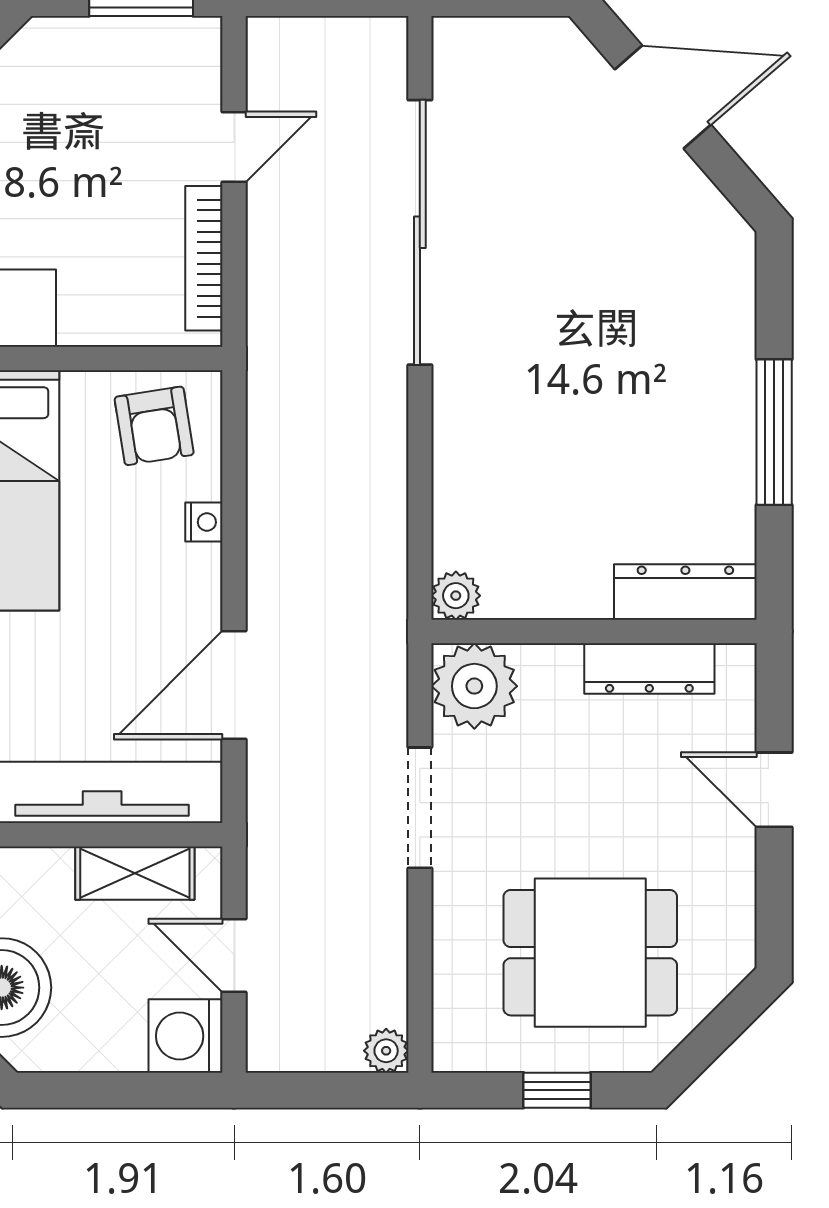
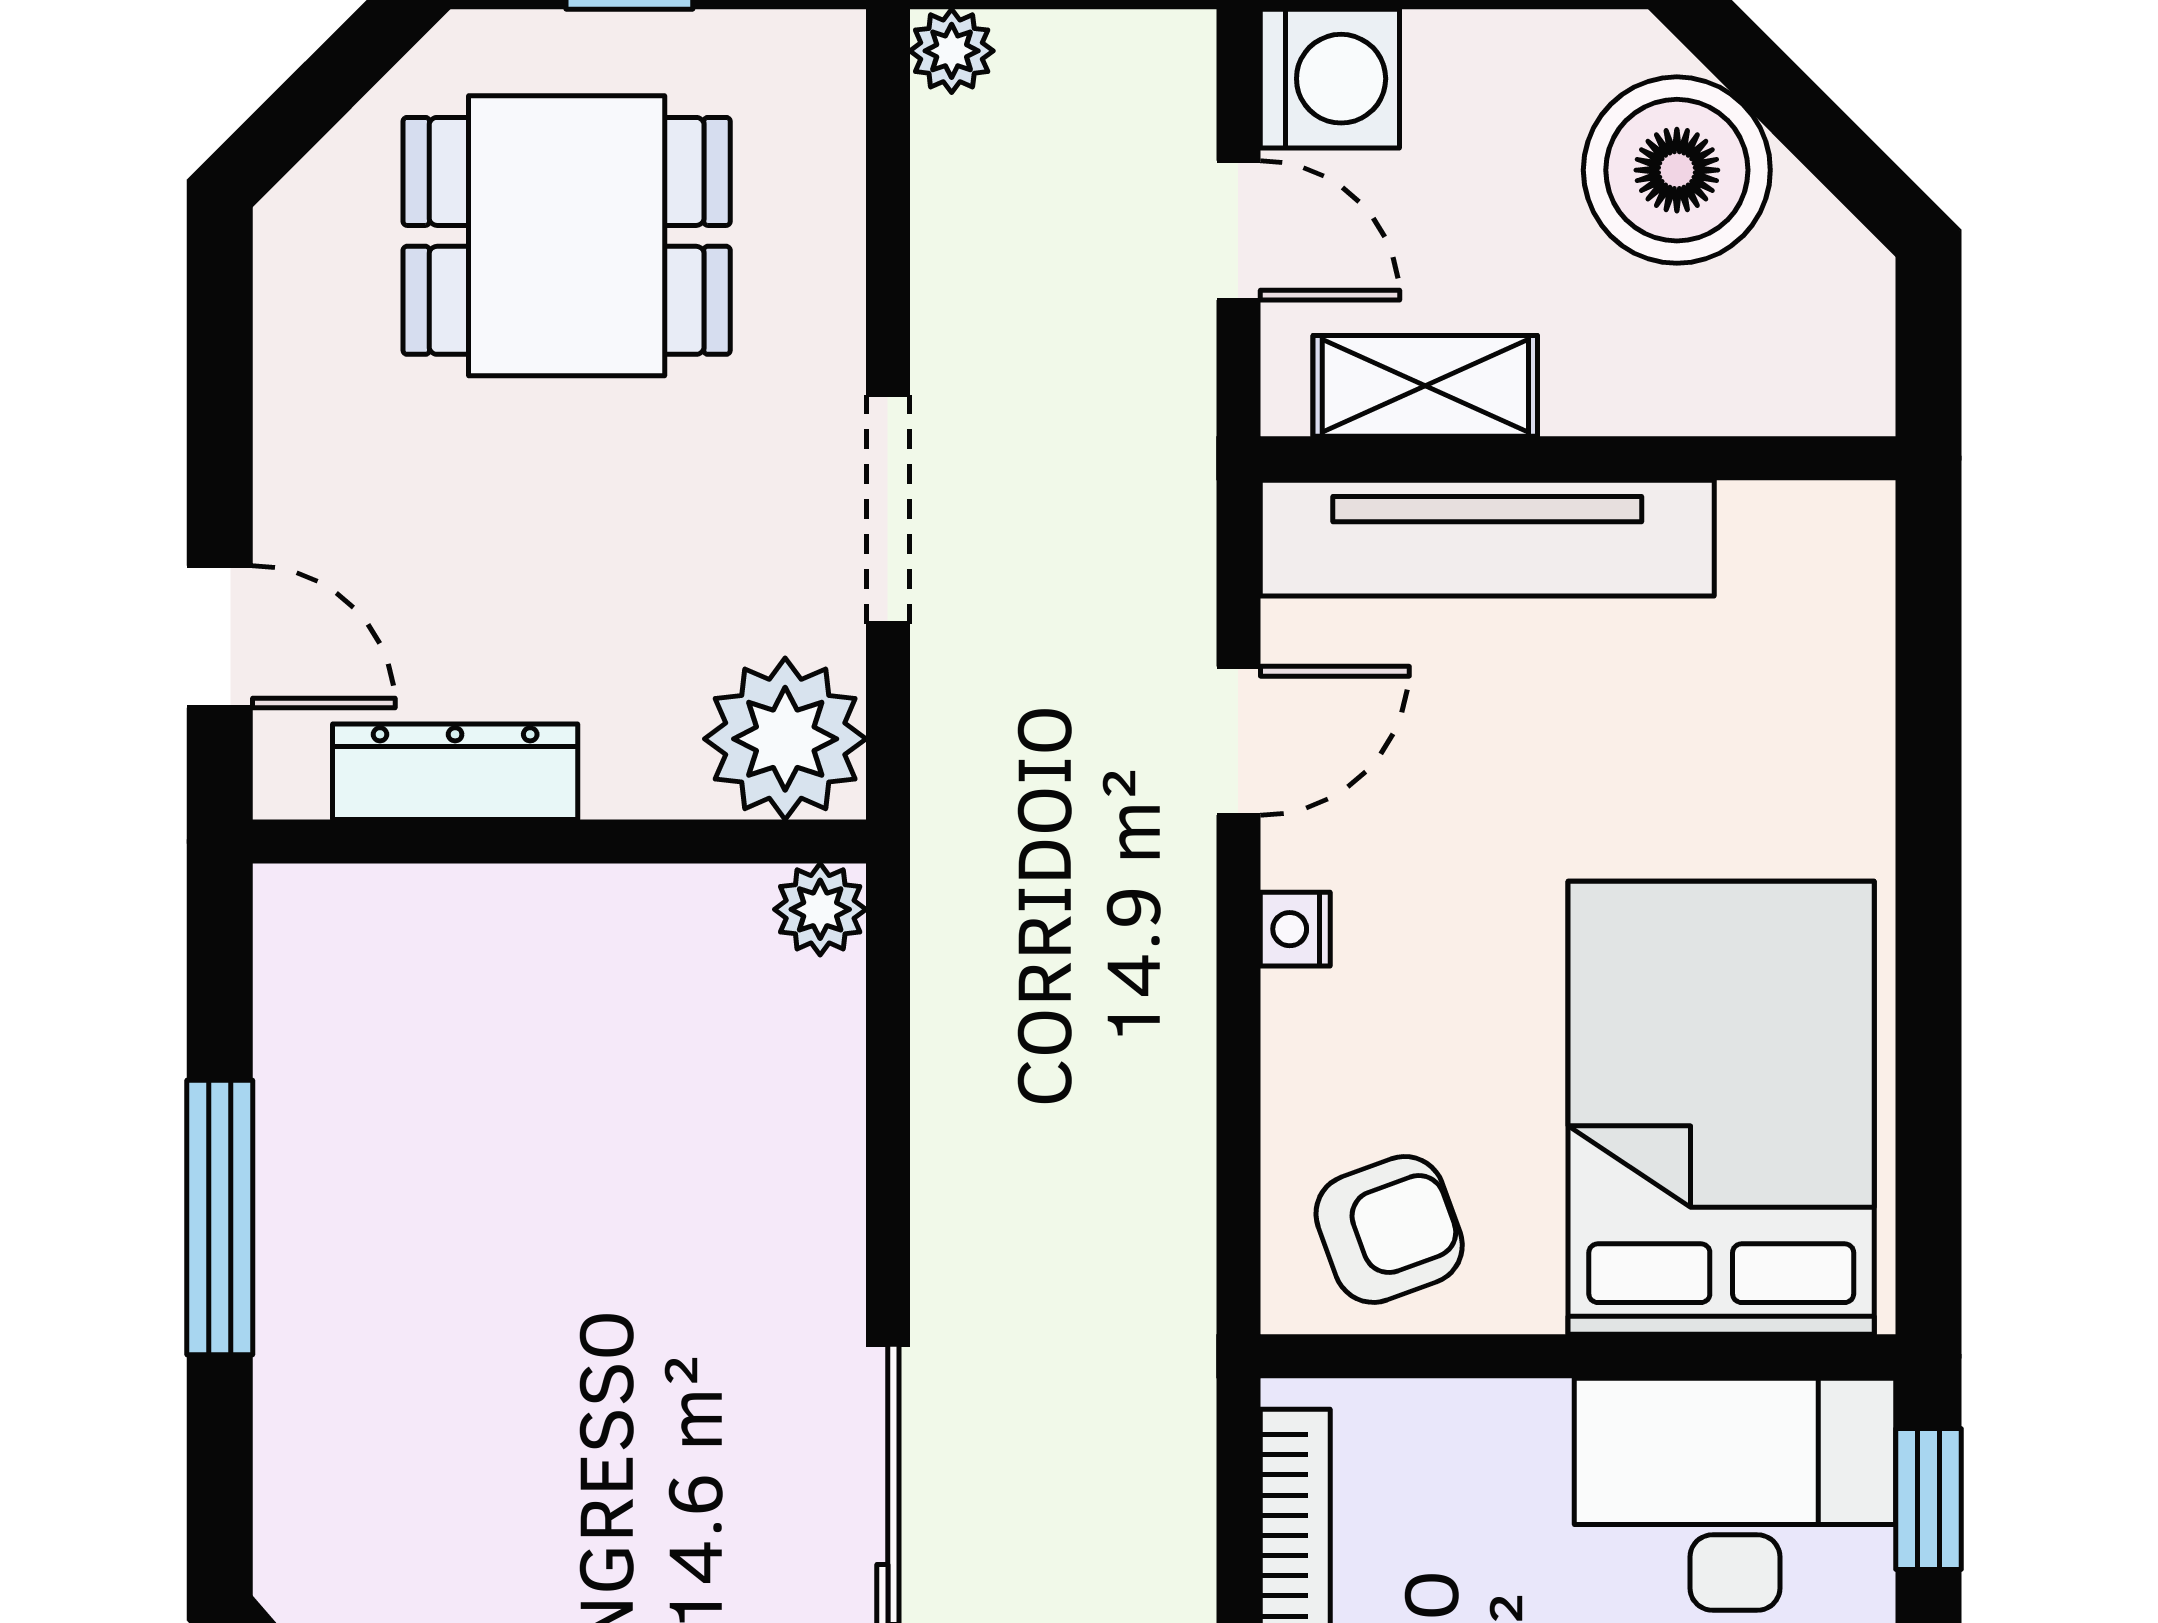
armchair: (154, 426) -> (1389, 1229), turned 79
nightstand: (204, 522) -> (1295, 929), moved
dresser: (685, 592) -> (387, 916), removed
door: (234, 685) -> (1238, 741), width x0.73
door: (774, 790) -> (220, 637), moved

